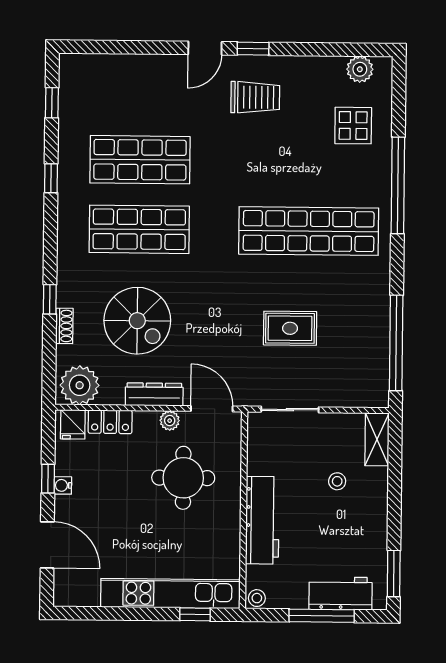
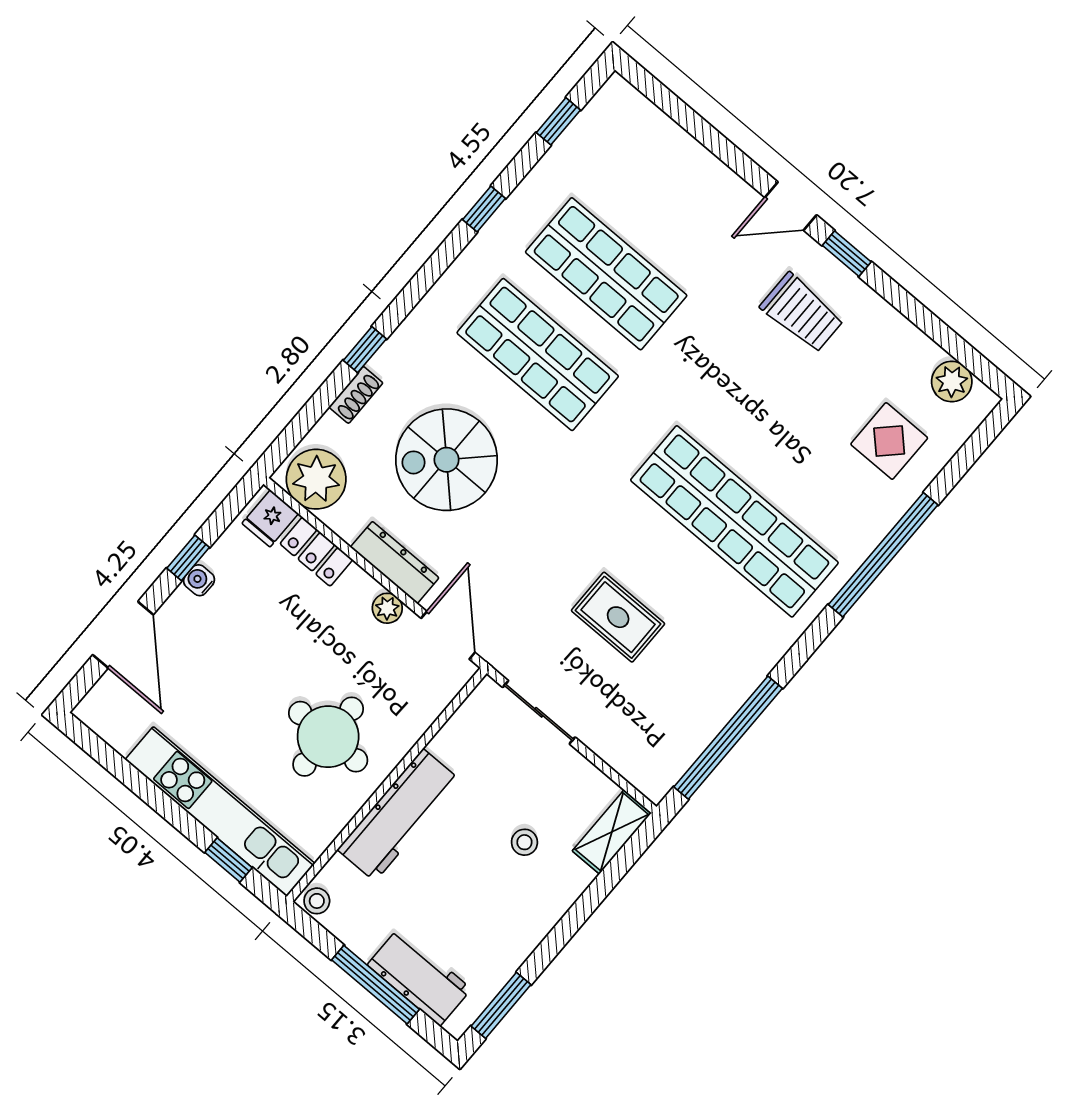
spiral stairs: (137, 321) -> (447, 460), turned 90
round table: (183, 478) -> (328, 737), moved

